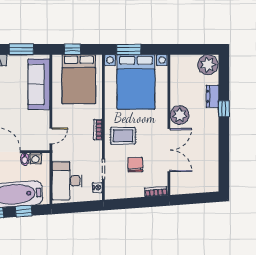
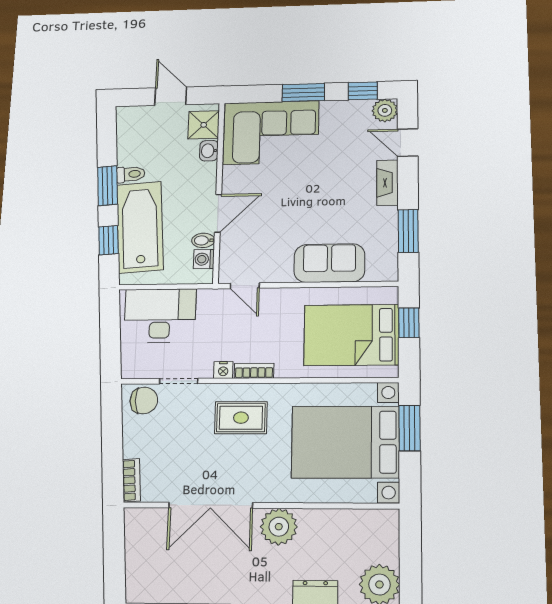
sofa: (39, 84) -> (329, 263), width x0.73
rug: (123, 136) -> (241, 418), turned 90
chair: (135, 165) -> (144, 400), moved
nightstand: (97, 187) -> (223, 370), moved

